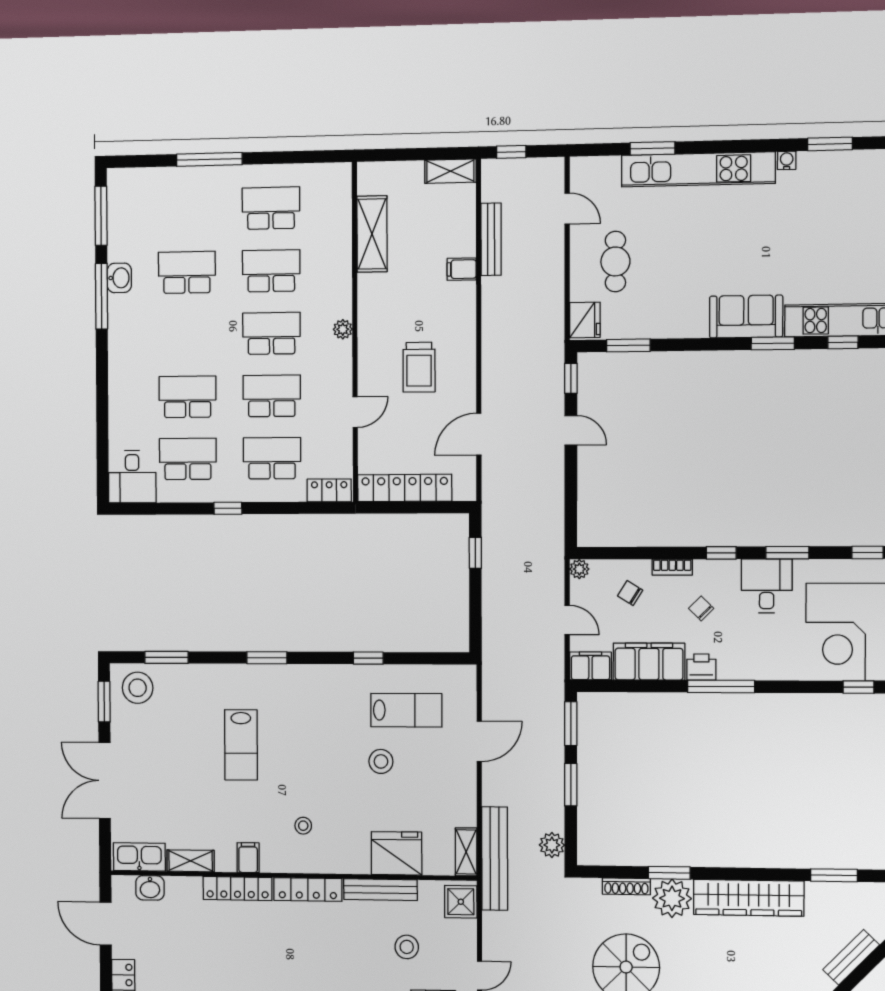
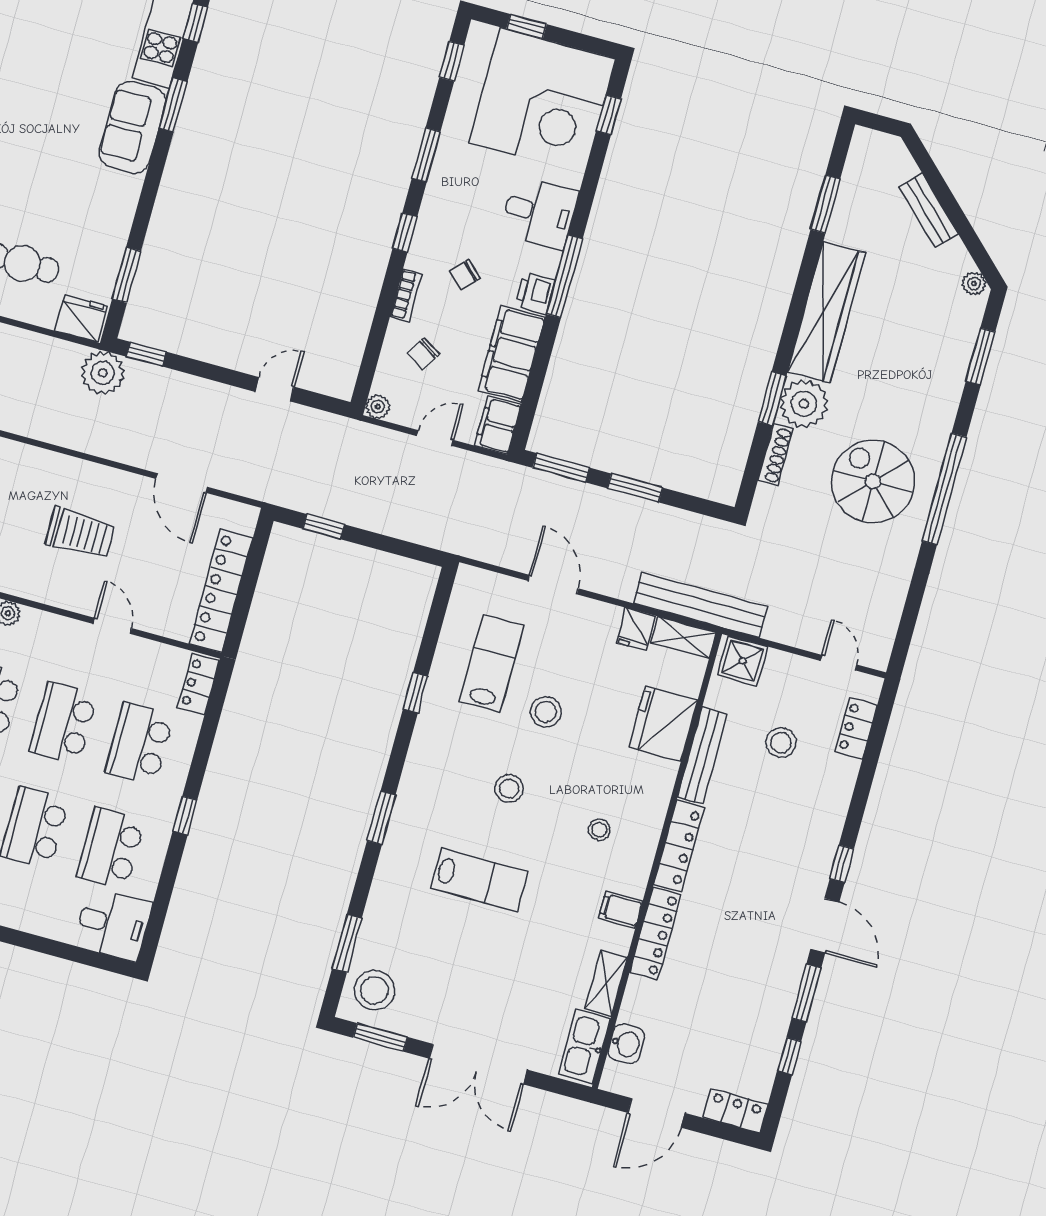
door: (571, 430) -> (274, 389), moved
desk: (767, 586) -> (539, 213), moved, turned 180
stool: (315, 749) -> (509, 789), added
fridge: (462, 814) -> (636, 629), added
plant: (552, 845) -> (103, 373), moved, width x1.36, depth x1.36

